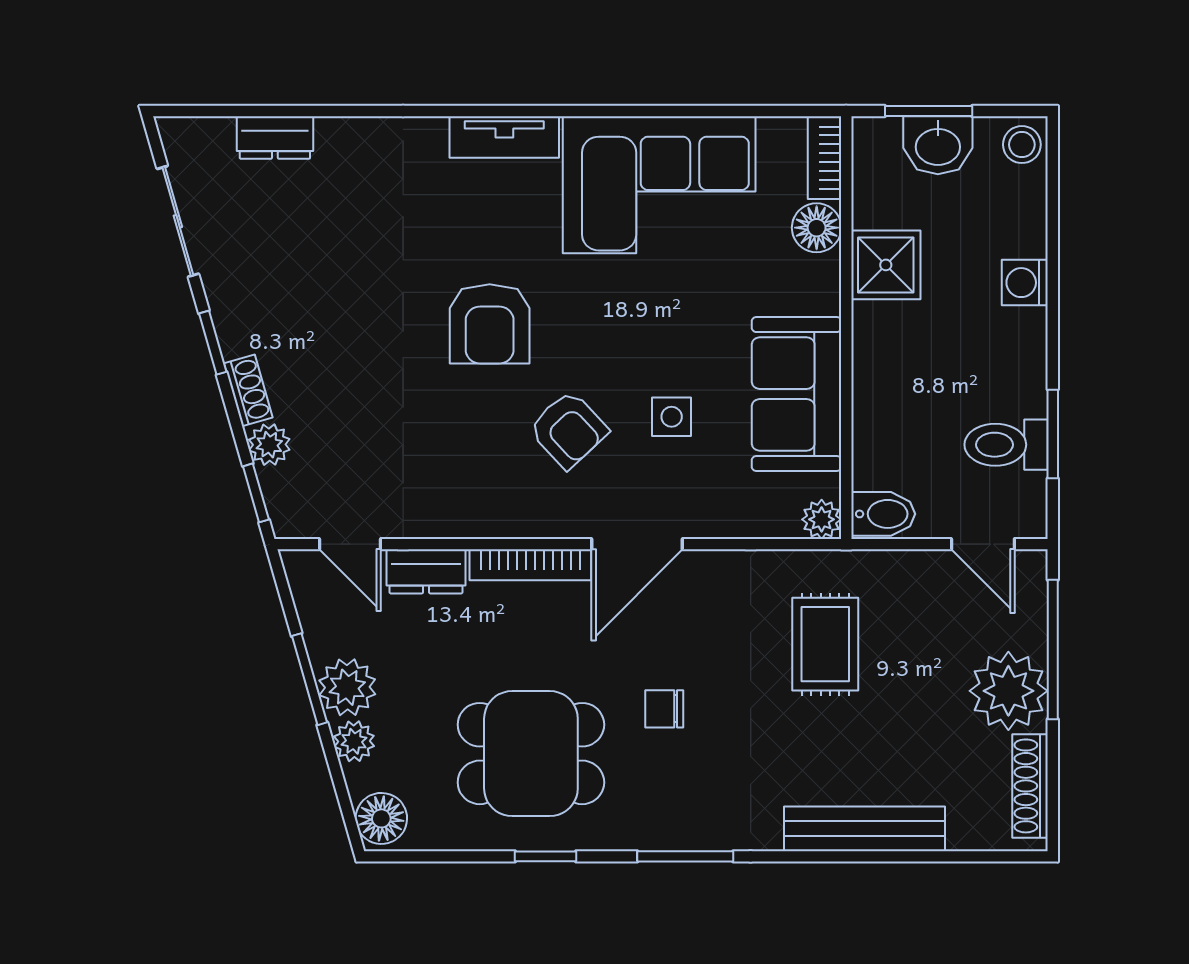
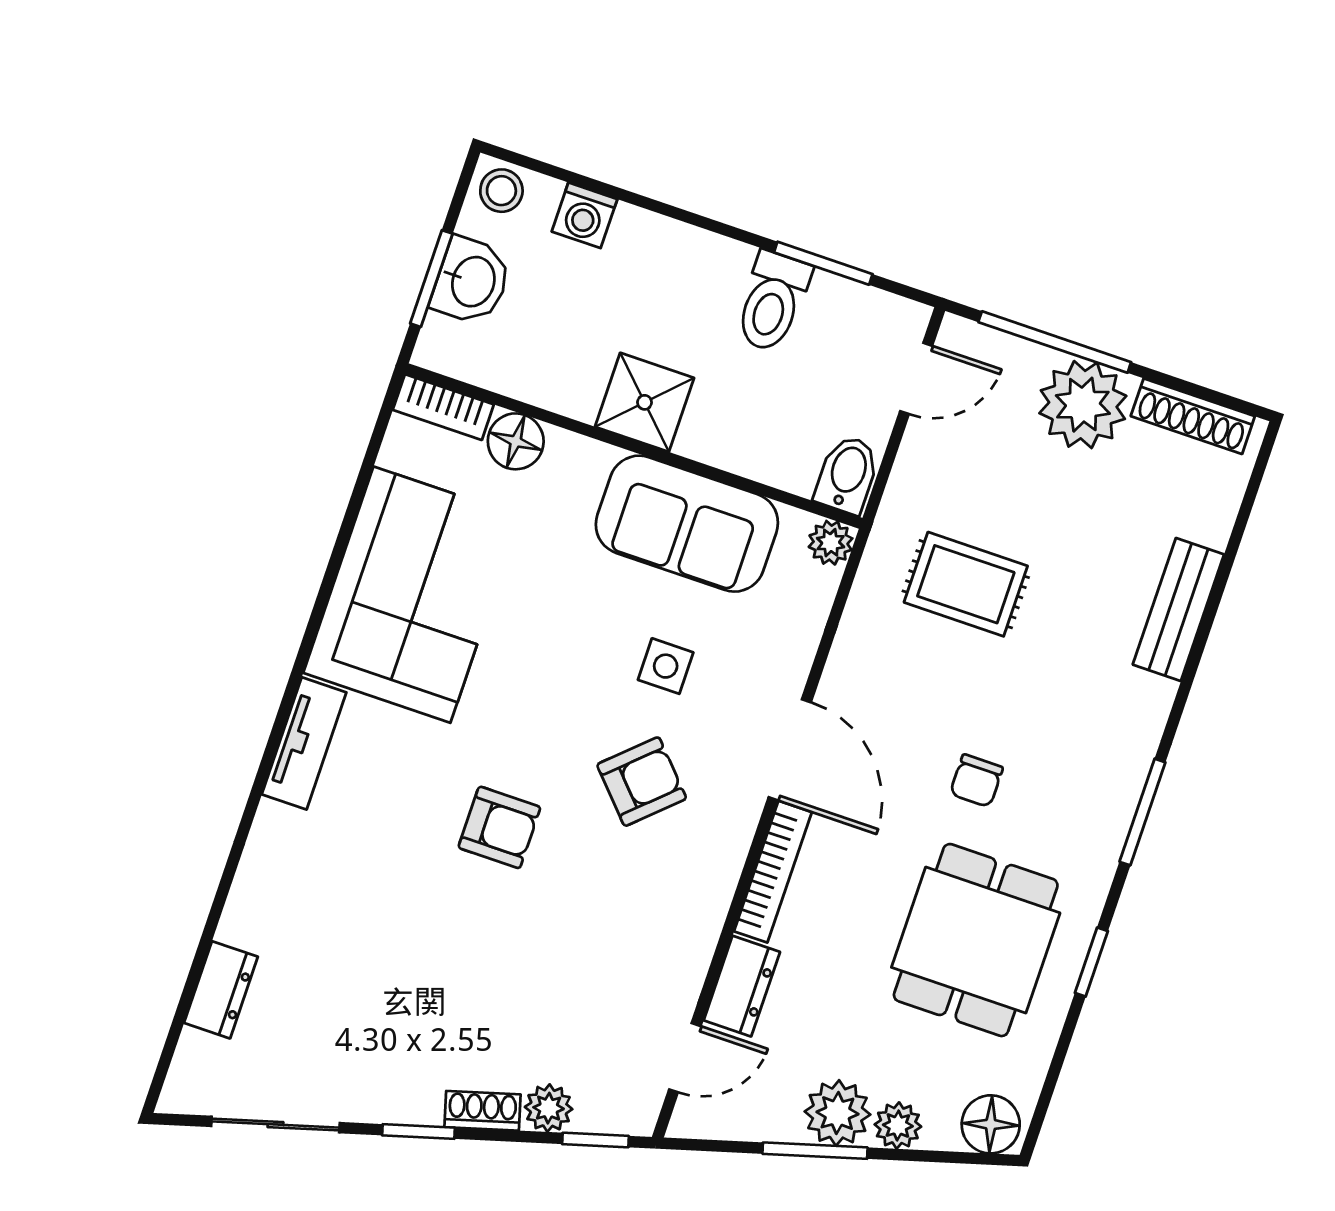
shower: (886, 265) -> (644, 402), moved
washing machine: (1025, 283) -> (584, 215), moved
armchair: (490, 324) -> (499, 827), width x0.72, depth x0.72
toilet: (1006, 445) -> (772, 302), moved
bench: (865, 829) -> (1178, 610), width x0.73

